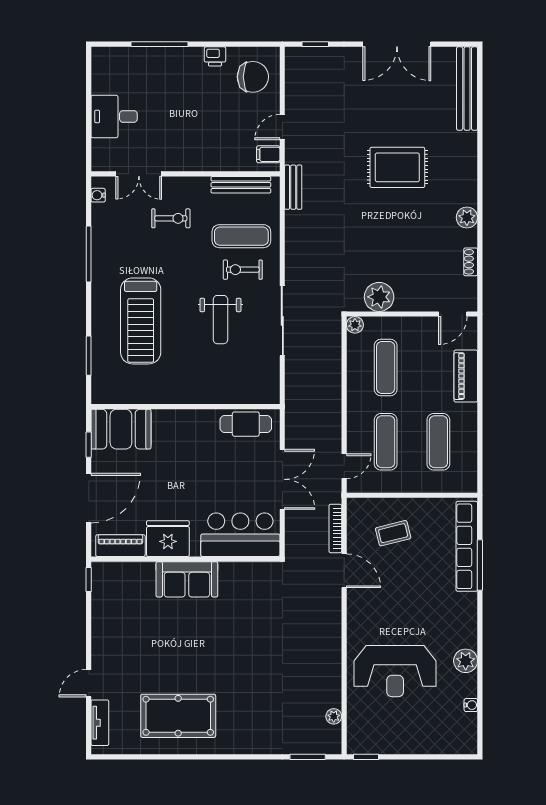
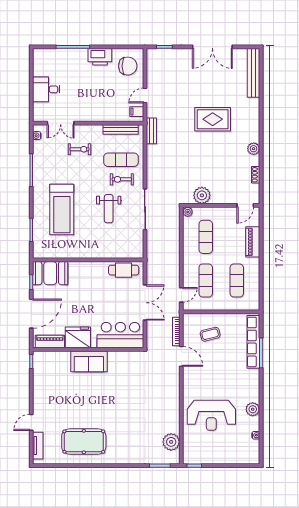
printer: (215, 56) -> (100, 57), width x1.87, depth x1.48
plant: (334, 716) -> (171, 442), width x1.88, depth x1.88

